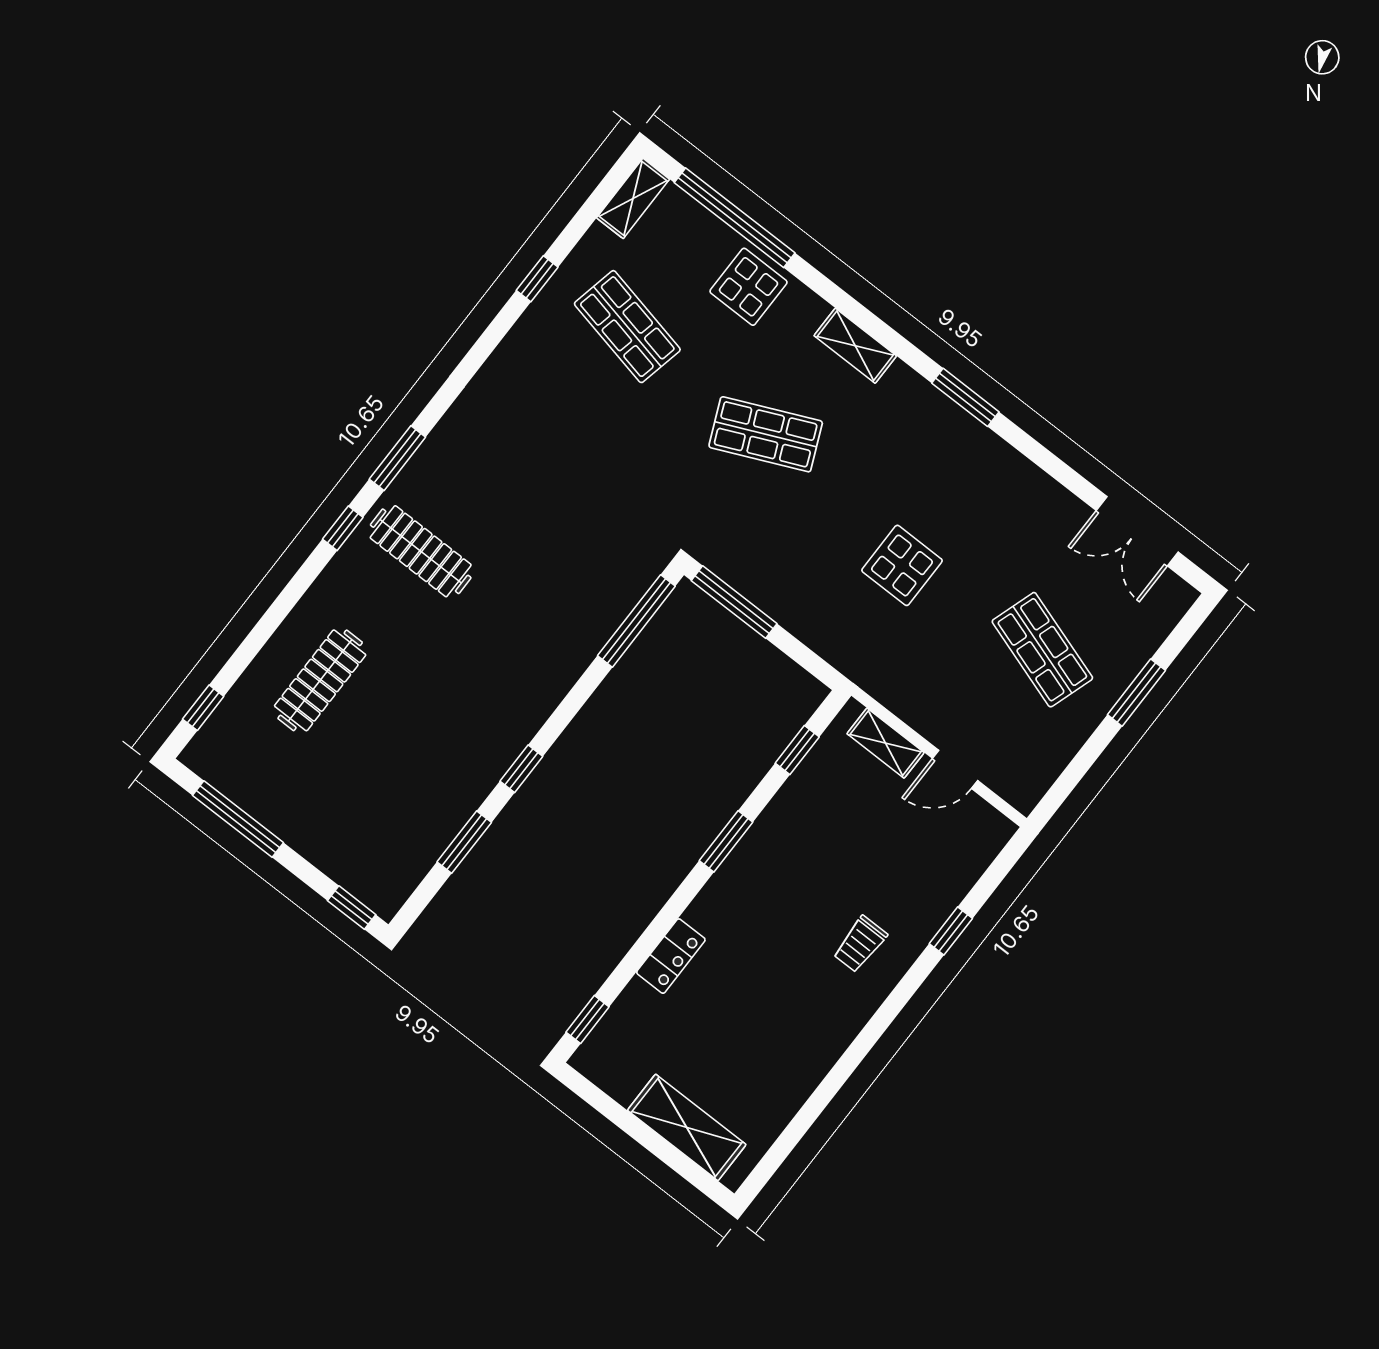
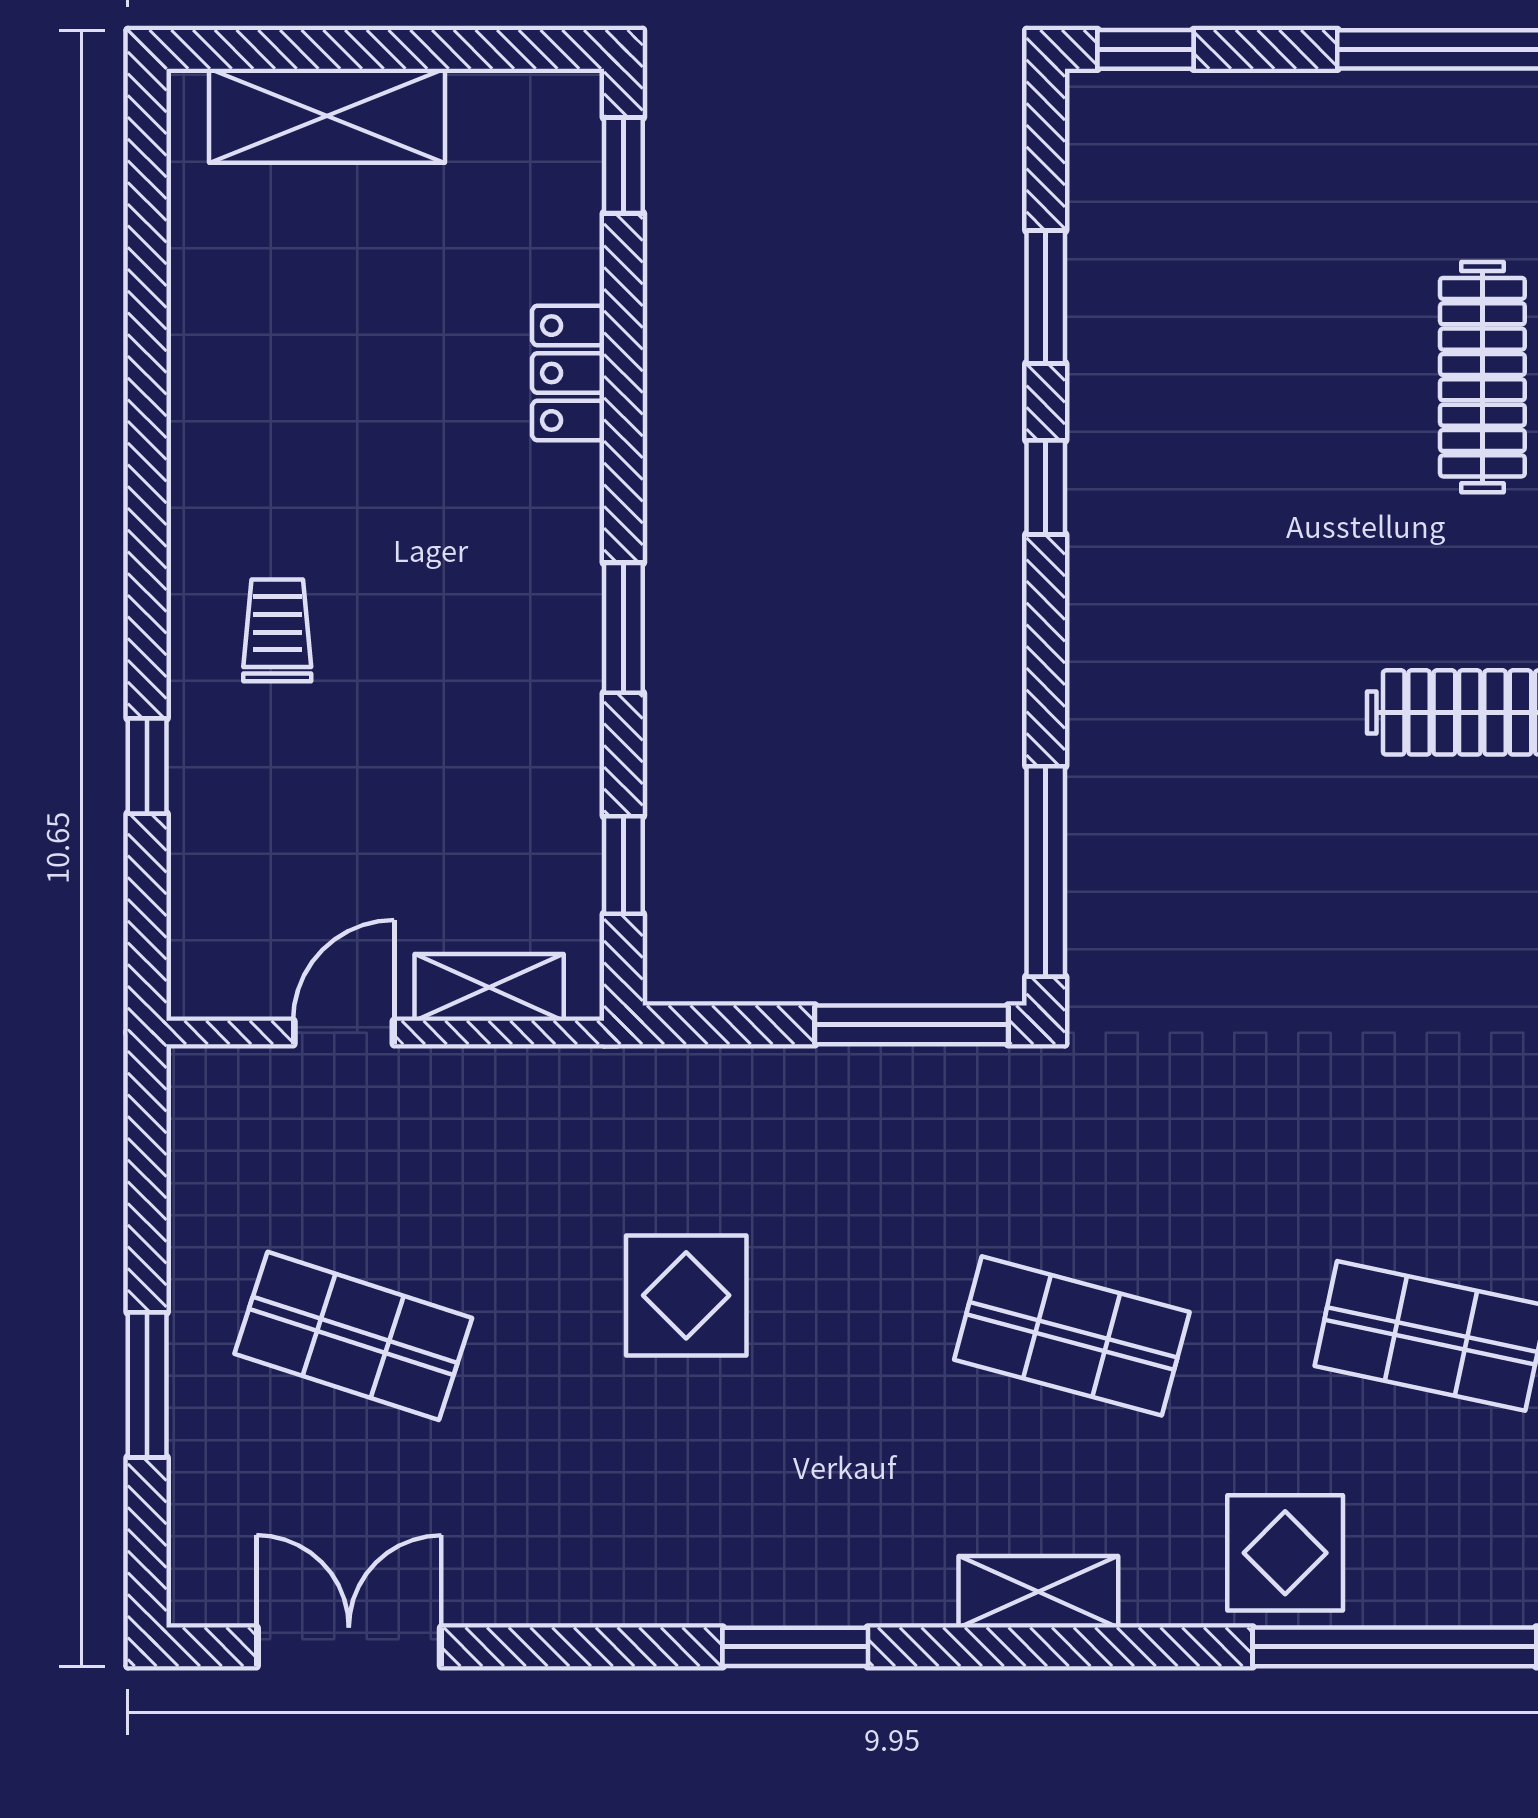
shop shelf: (766, 434) -> (1072, 1336), turned 39

